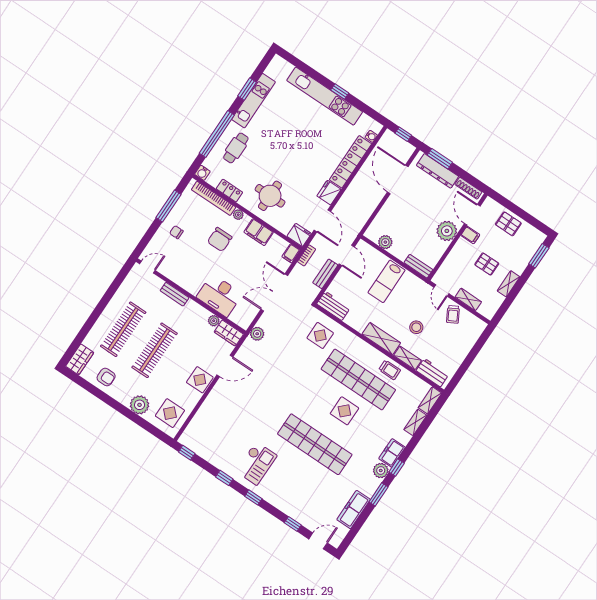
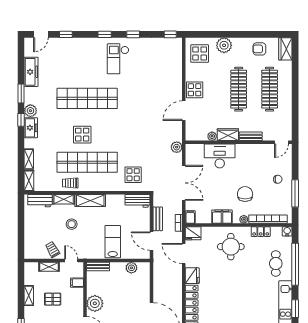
filing cabinet: (470, 235) -> (77, 283), moved
wardrobe: (229, 333) -> (228, 135), moved

